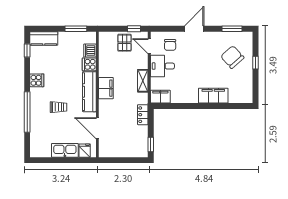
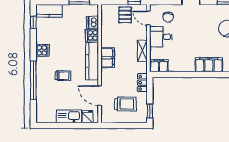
trolley: (125, 137) -> (125, 104), added

